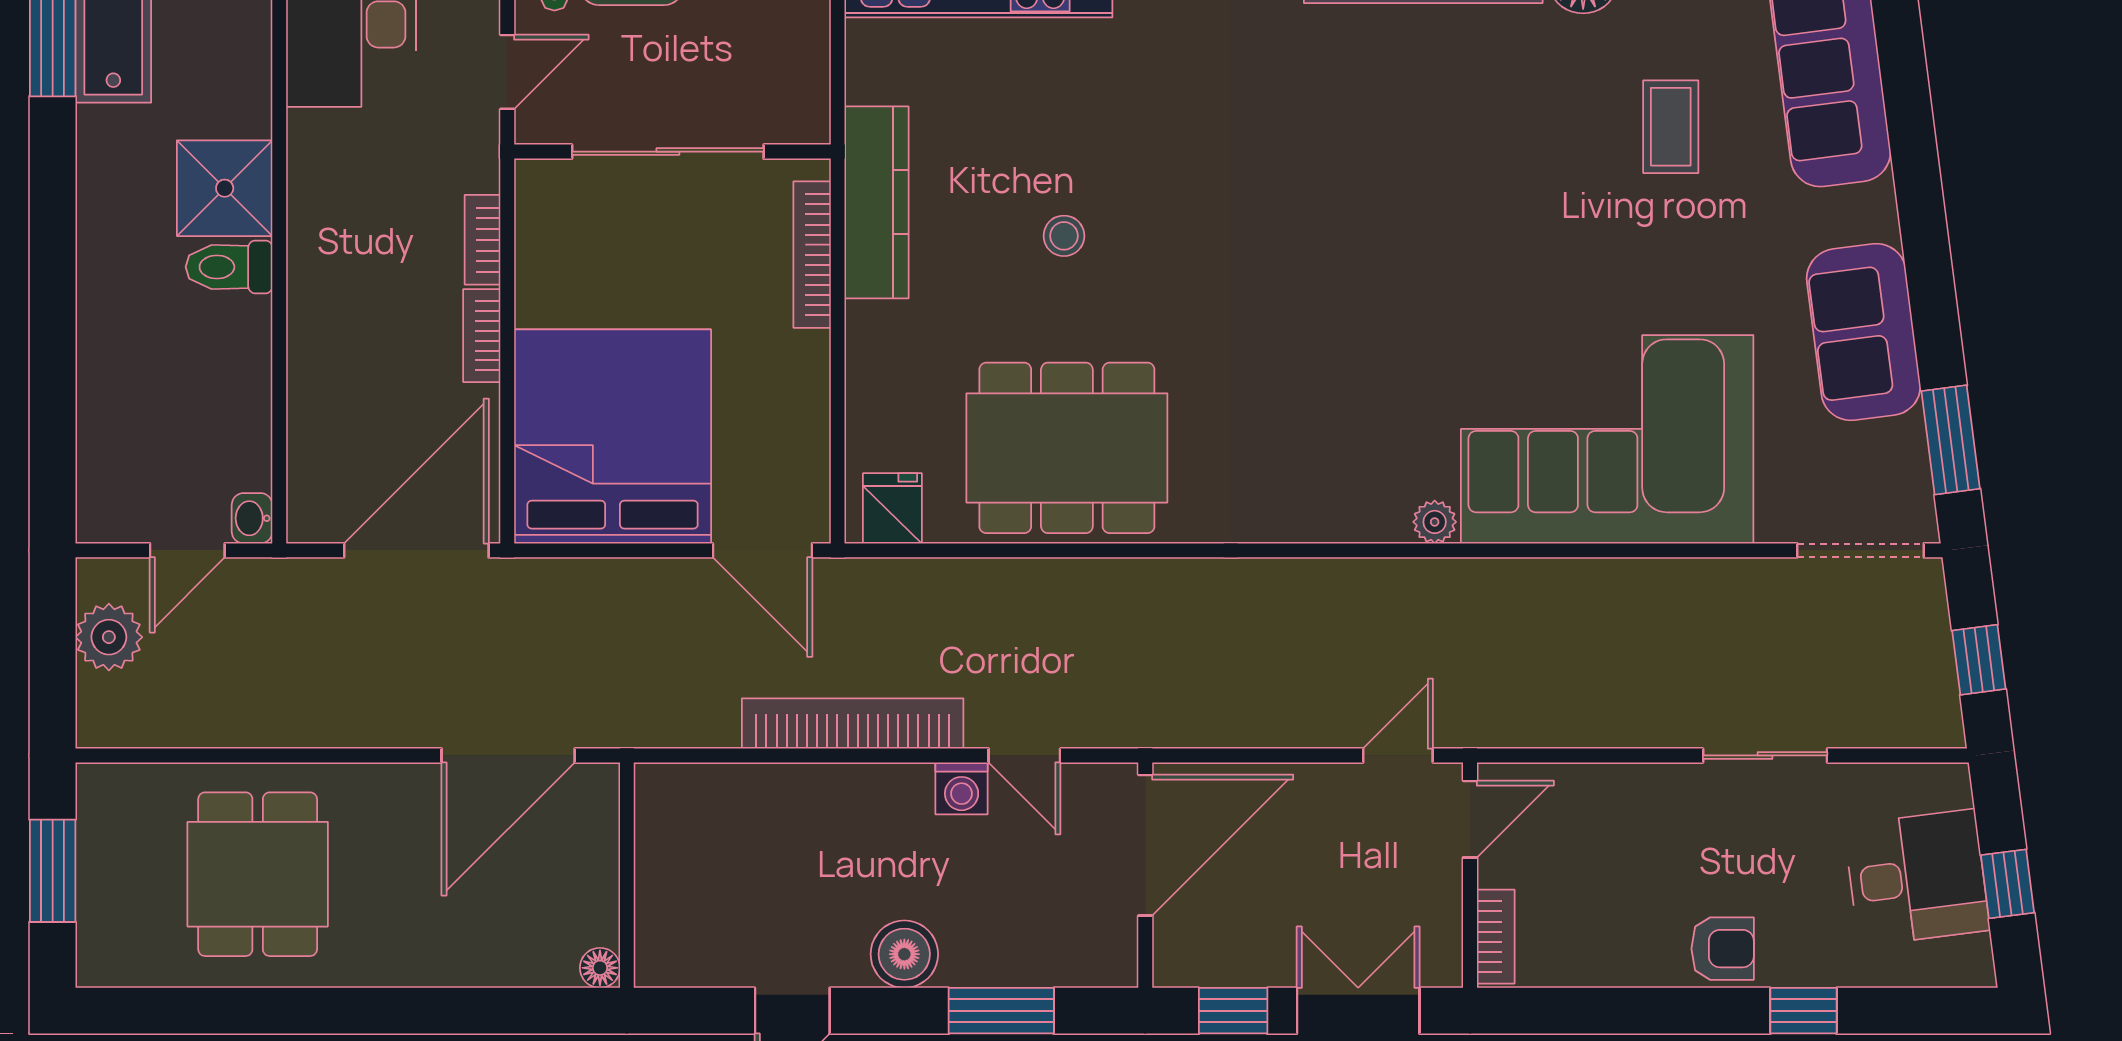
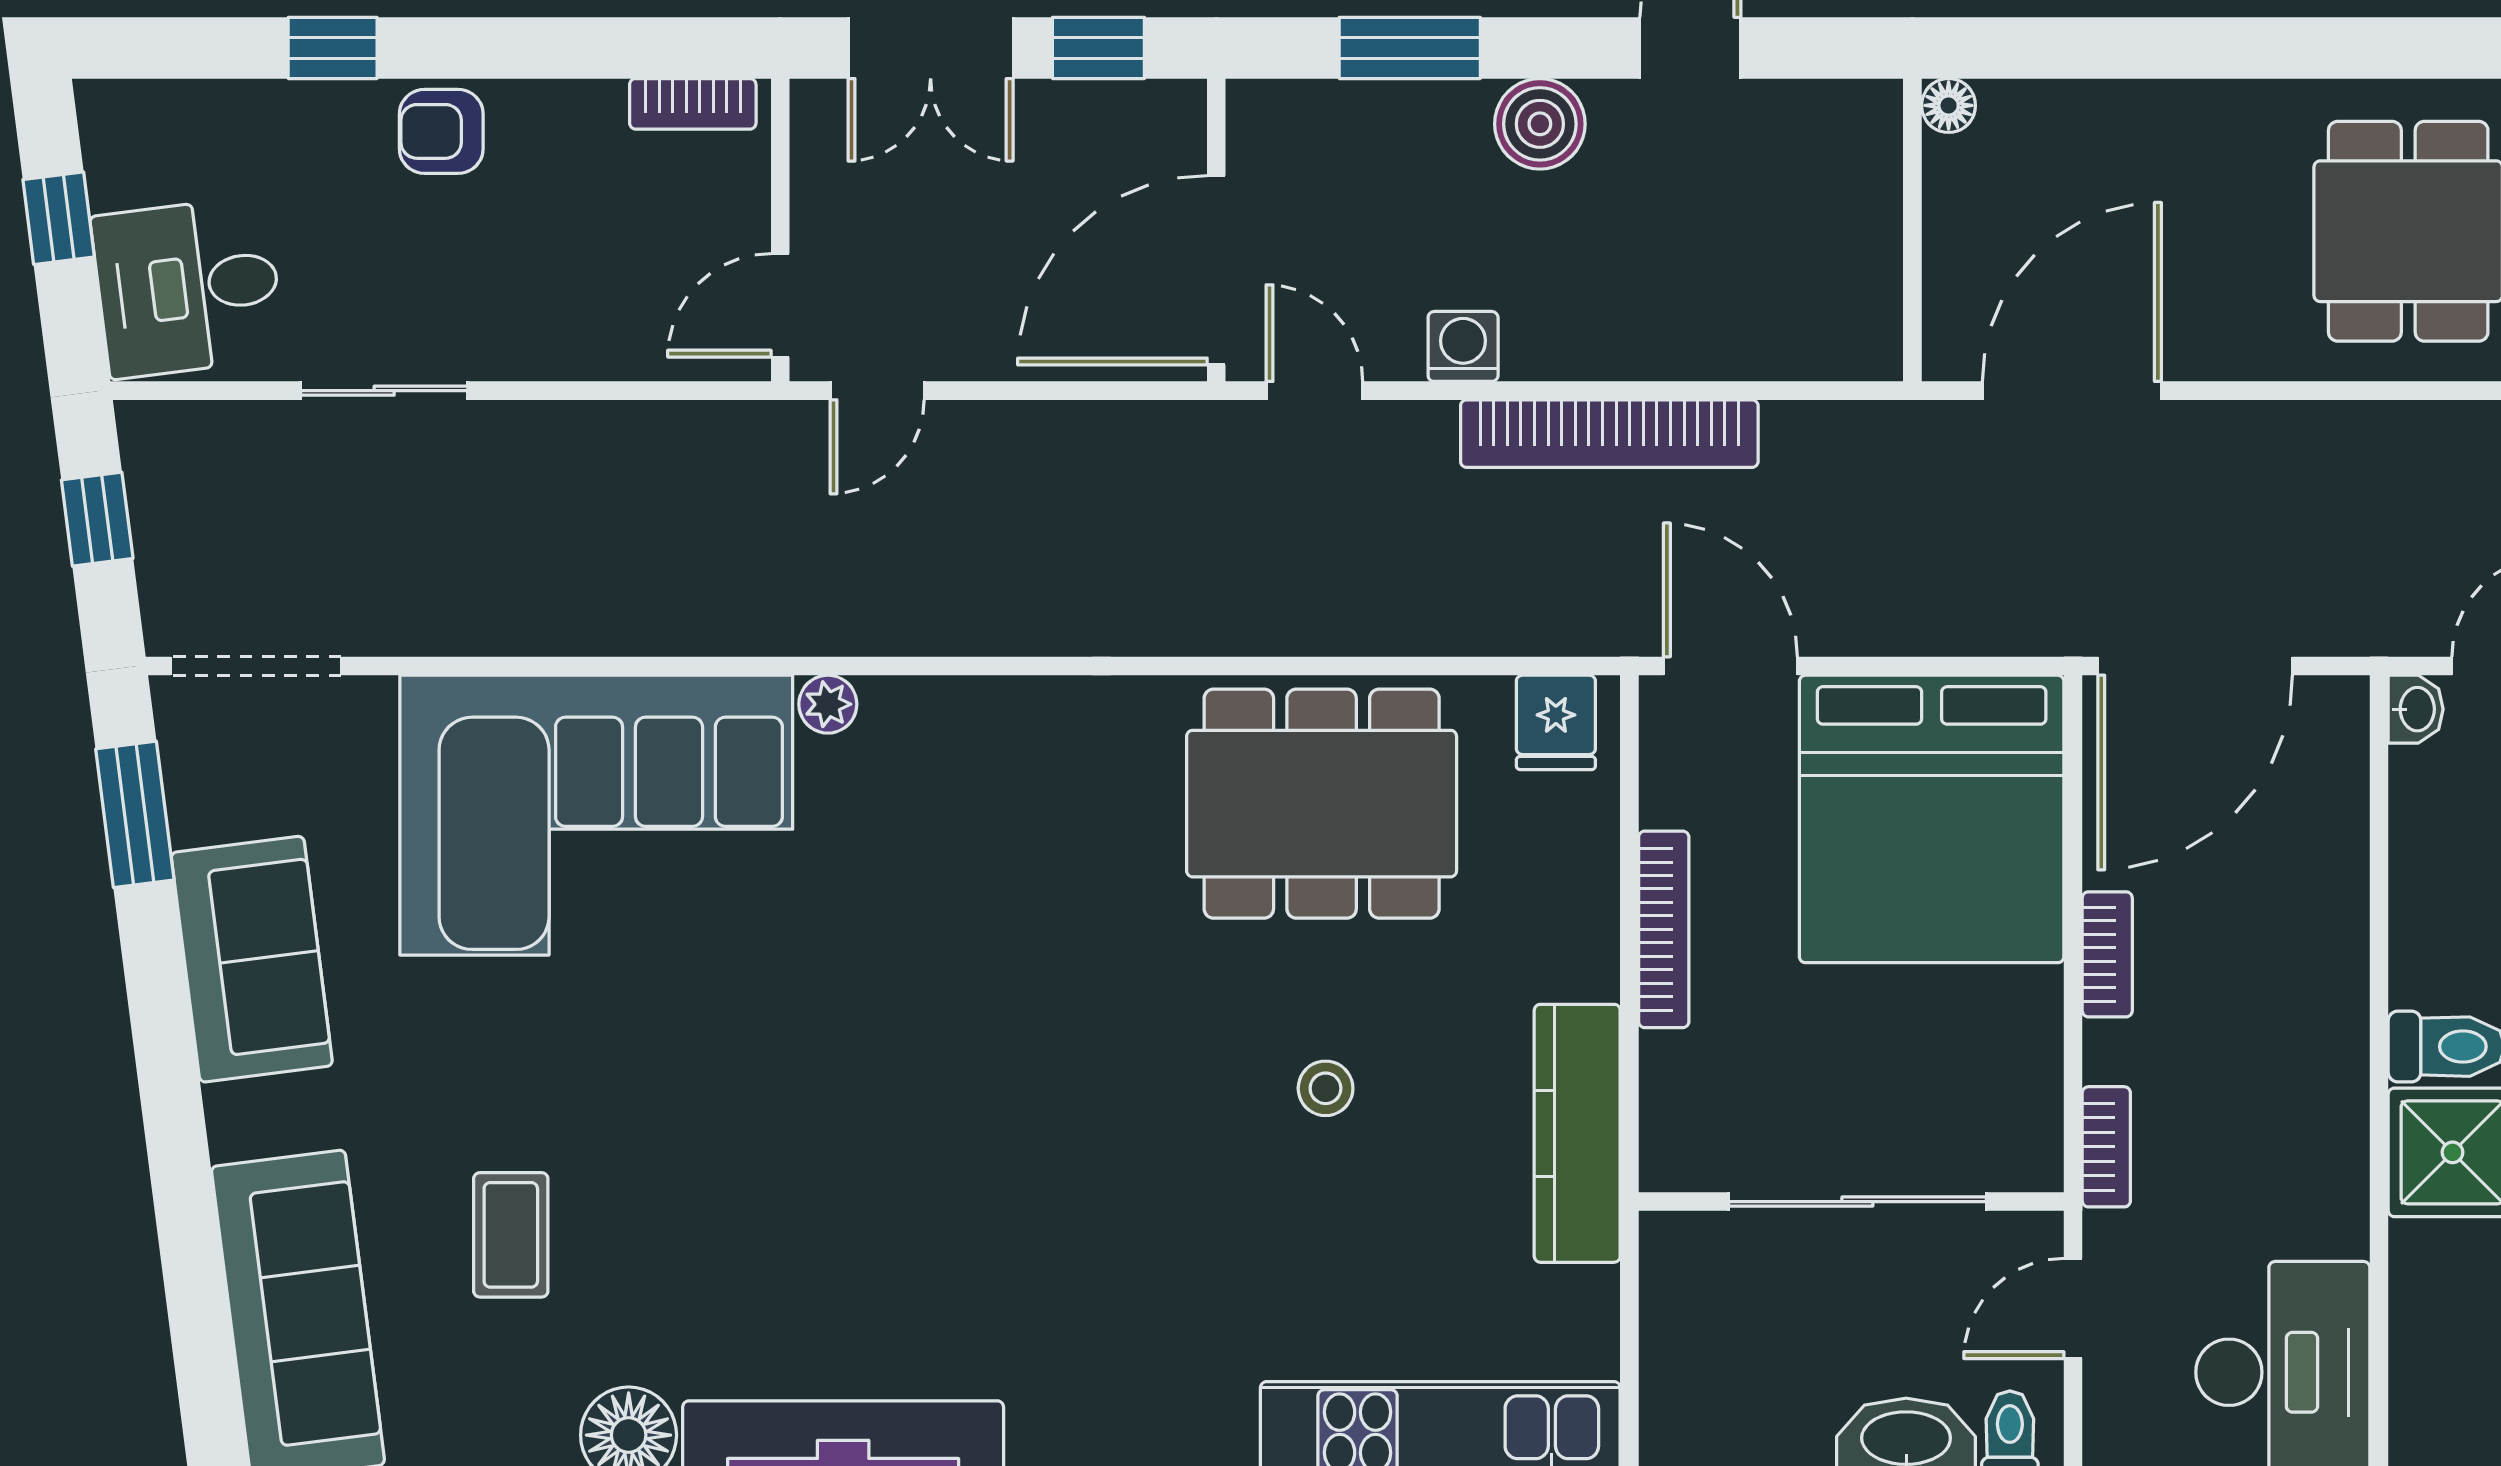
bookcase: (482, 240) -> (2106, 1147), moved
bookcase: (812, 255) -> (1664, 929), moved
door: (1024, 755) -> (1314, 391), moved
desk: (1917, 878) -> (188, 287), moved
bookcase: (1496, 937) -> (693, 104), moved, turned -90

